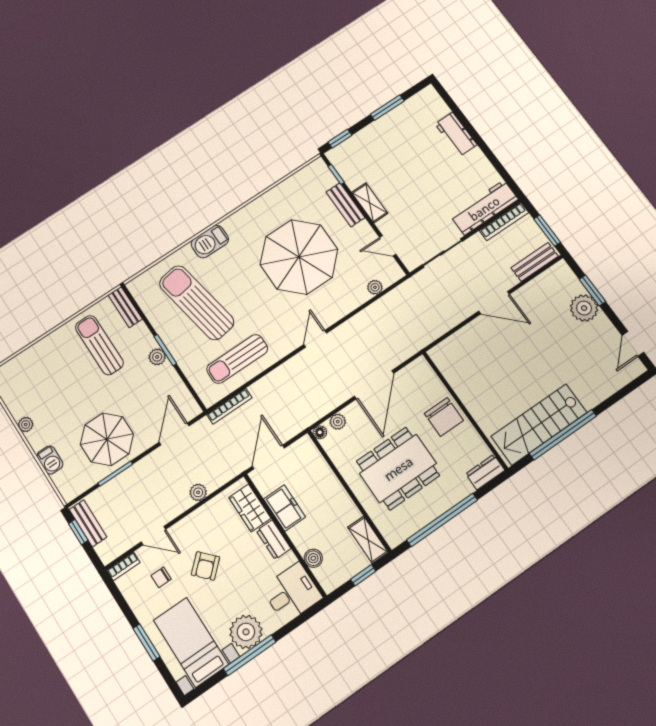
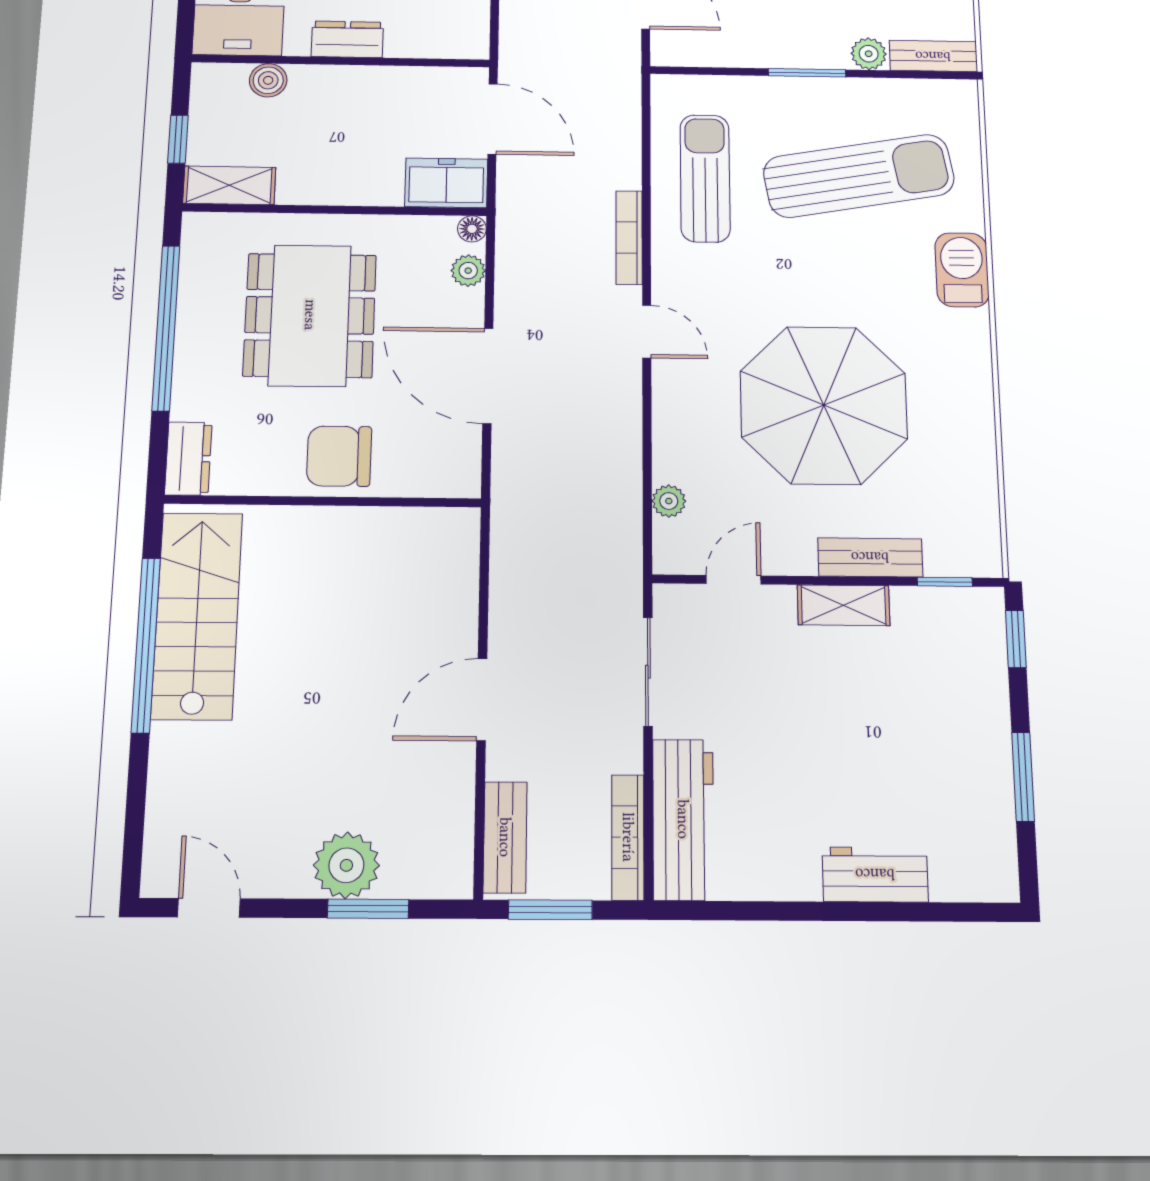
plant: (157, 357) -> (869, 54), moved
bookcase: (229, 406) -> (629, 238), moved
wardrobe: (250, 508) -> (429, 36), removed
freezer: (284, 508) -> (446, 183), moved, turned 180

